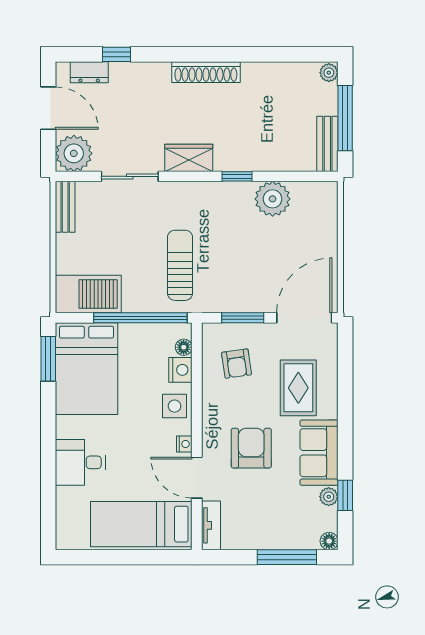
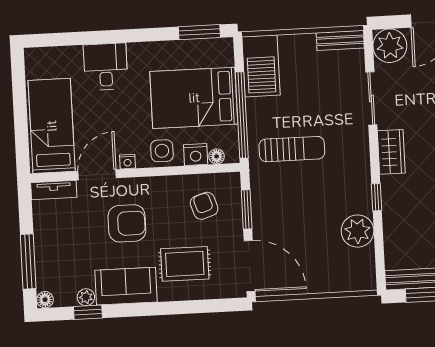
armchair: (237, 364) -> (204, 206), turned 80
bed: (87, 369) -> (194, 98), moved

